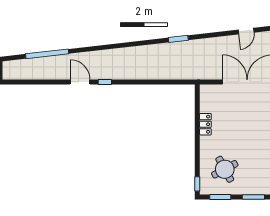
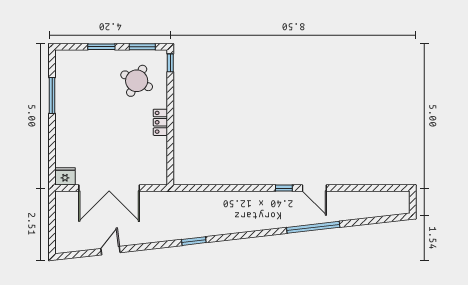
window: (47, 54) -> (313, 227), moved
locker: (205, 124) -> (160, 122), moved
round table: (225, 169) -> (137, 81), turned -35

